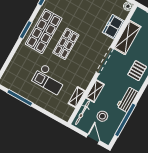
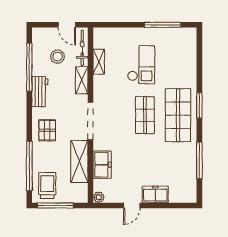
checkout: (49, 79) -> (141, 65), turned 90
door: (93, 139) -> (67, 25), moved

